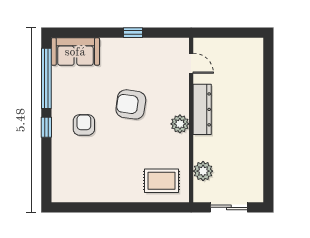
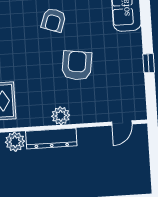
dresser: (202, 109) -> (51, 139), moved
armchair: (84, 125) -> (54, 20), turned 109

